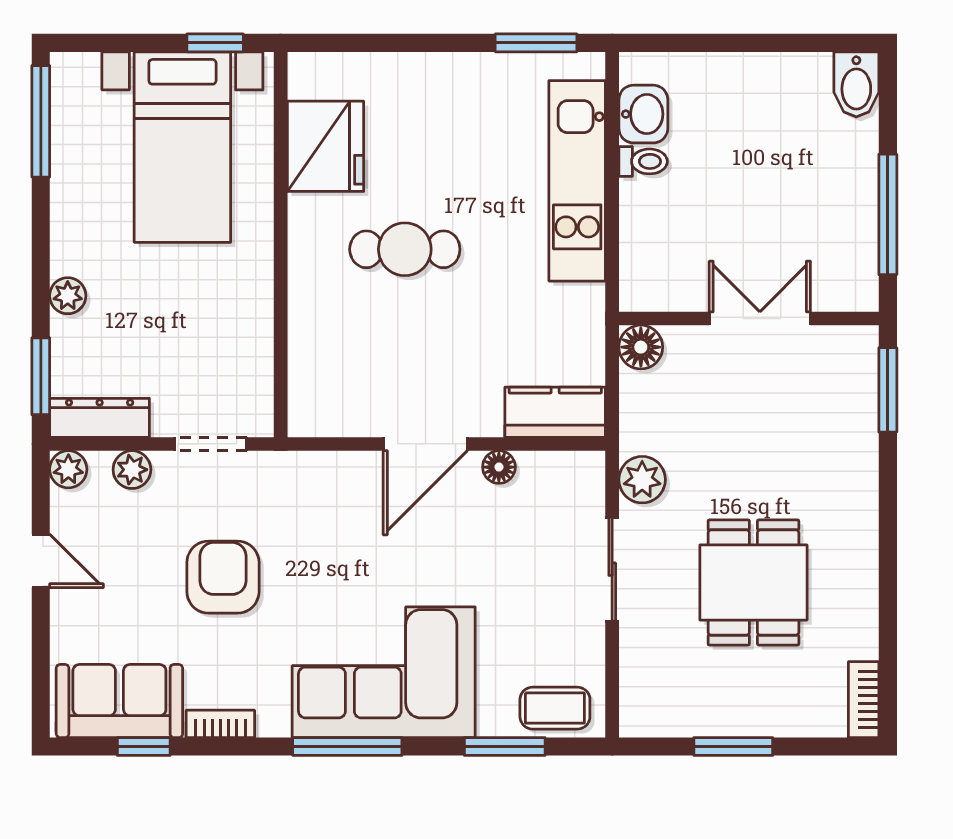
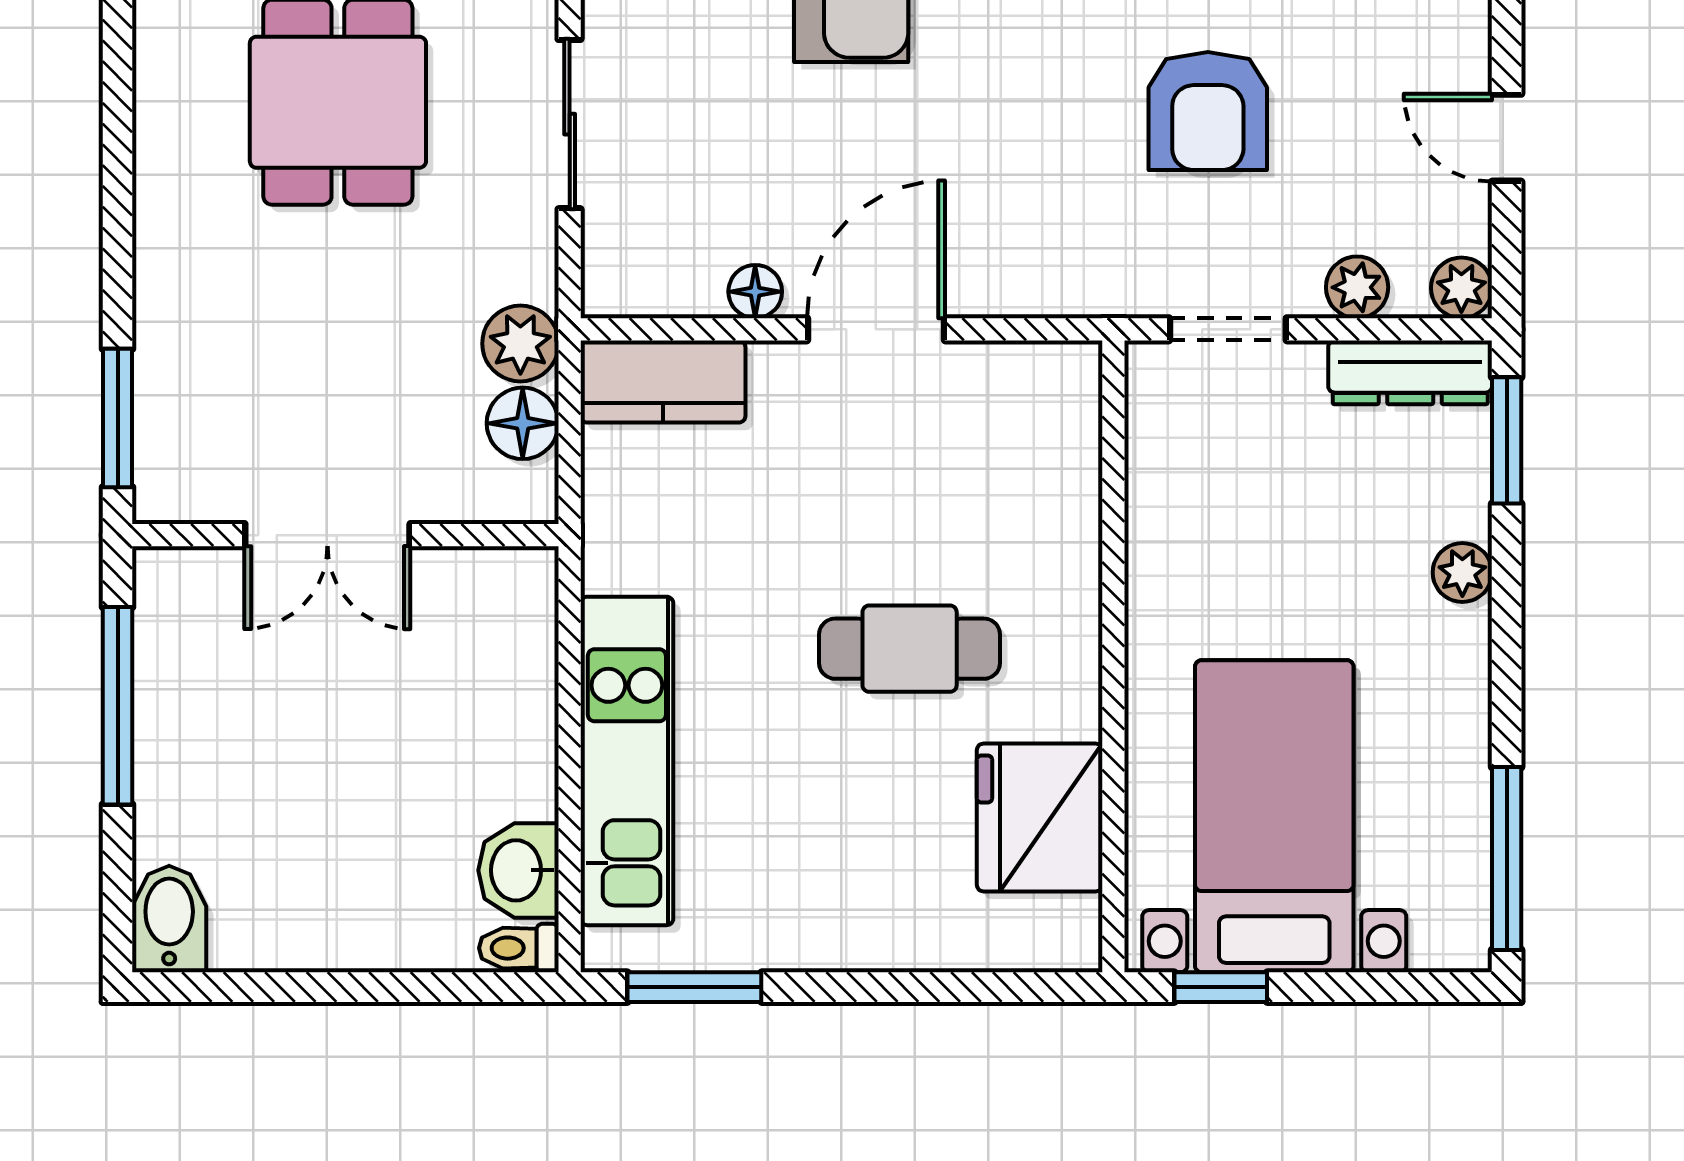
toilet: (643, 161) -> (519, 948), moved
floor lamp: (641, 347) -> (523, 423), moved
plant: (642, 480) -> (520, 344), moved

